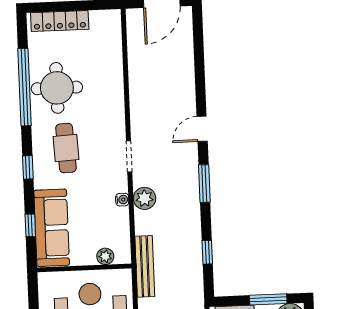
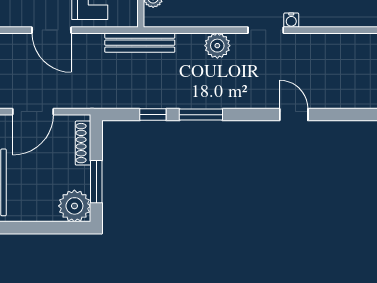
window: (204, 184) -> (201, 115), moved
water cooler: (122, 200) -> (291, 20), moved

